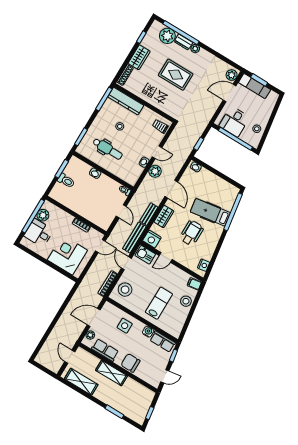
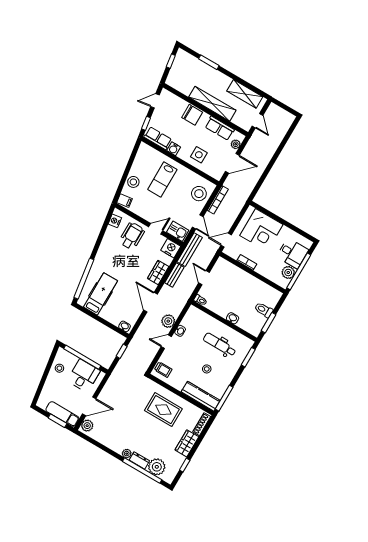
rug: (176, 75) -> (163, 410), moved
hospital bed: (210, 212) -> (101, 294), moved, turned -81
wheelchair: (192, 233) -> (132, 236), moved, turned 180
shelving: (112, 373) -> (212, 104), width x1.47

